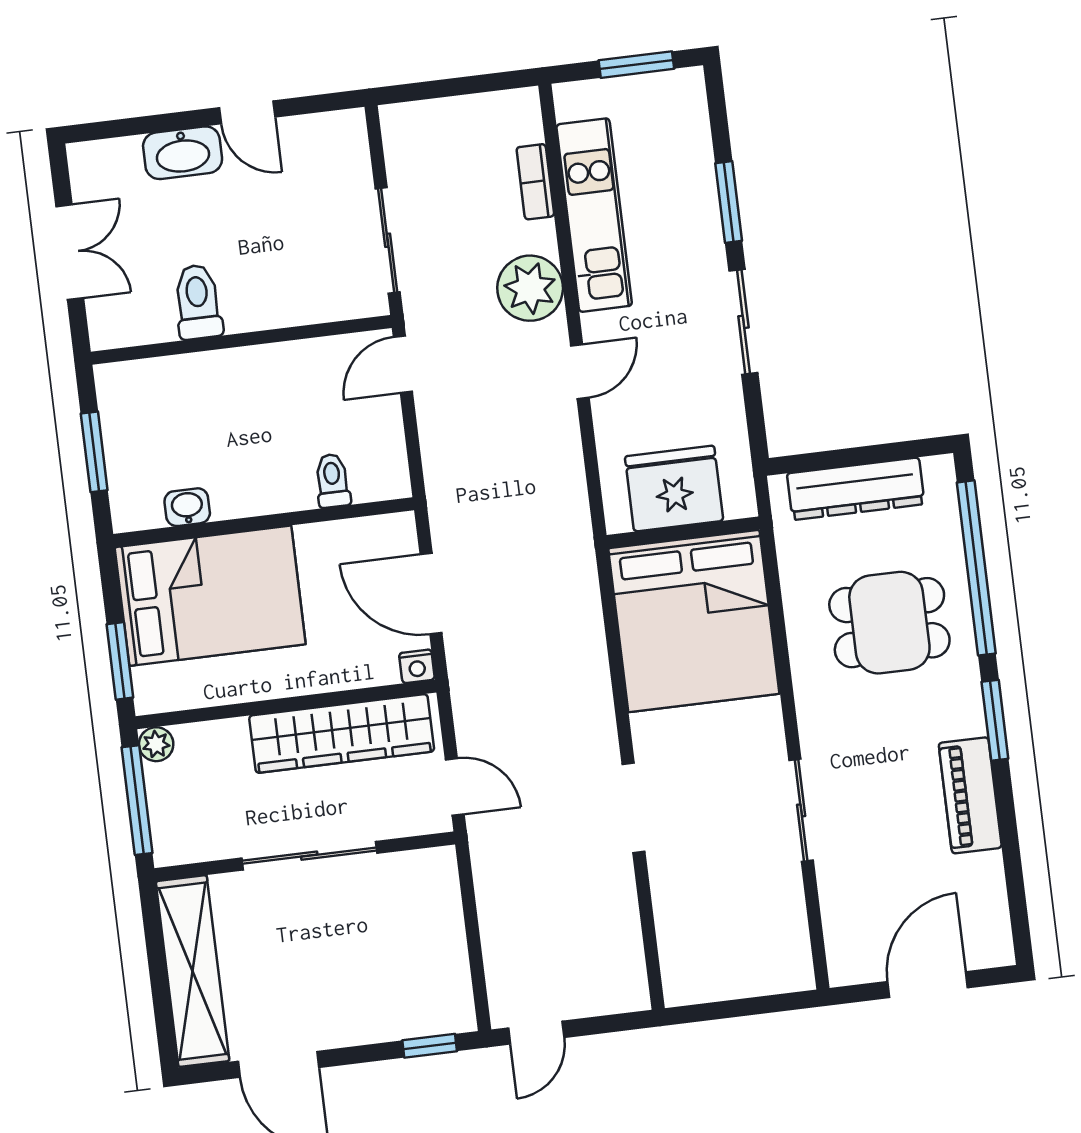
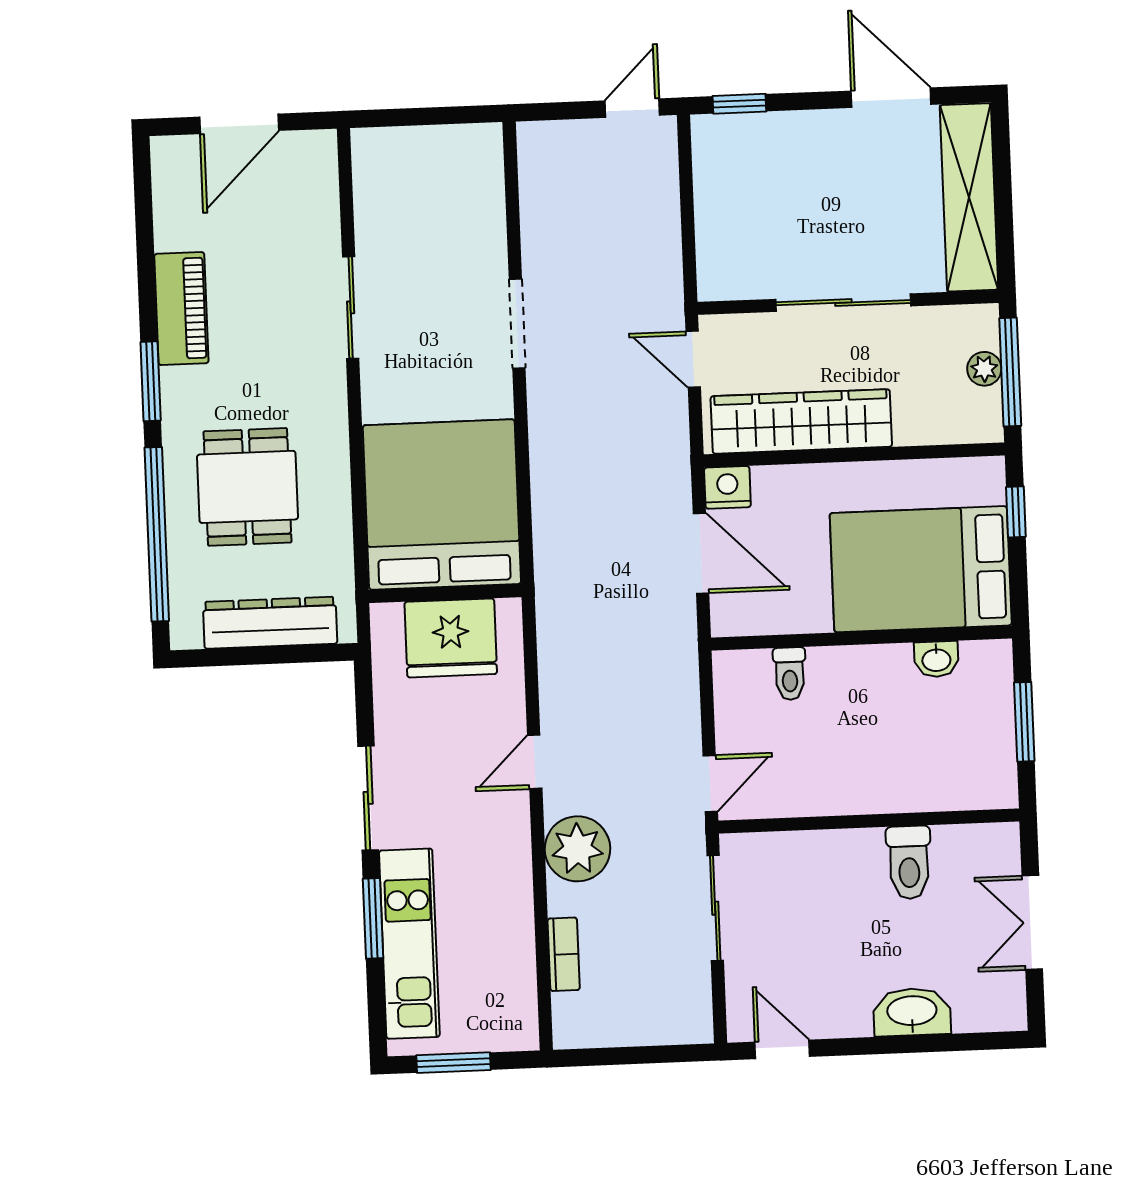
door: (247, 112) -> (782, 1049), moved
kitchen unit: (594, 215) -> (409, 944), moved, turned 180
dining table: (889, 623) -> (247, 487), turned 90
window: (120, 661) -> (1016, 512), width x0.67
nightstand: (417, 666) -> (727, 487), width x1.39, depth x1.35
plant: (156, 744) -> (984, 369), moved

